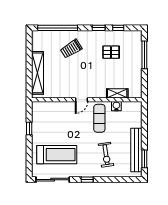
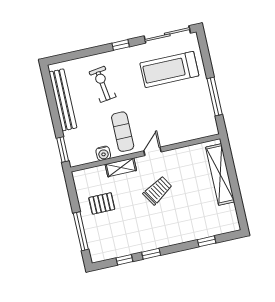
window: (58, 28) -> (207, 241), width x0.32
trolley: (71, 49) -> (158, 190), moved
pallet: (111, 52) -> (102, 203), moved
shelving: (117, 93) -> (121, 167), moved
window: (29, 129) -> (215, 97), width x2.17
window: (144, 159) -> (63, 149), moved

